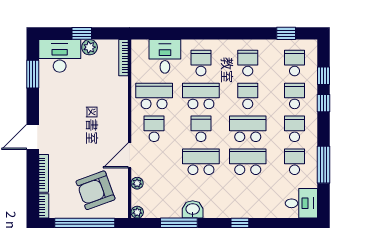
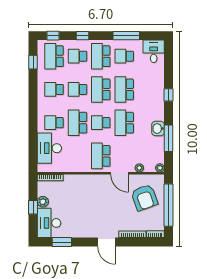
desk: (165, 56) -> (49, 148), width x1.37
school desk: (295, 63) -> (54, 56), width x1.85
window: (324, 76) -> (53, 36), moved
school desk: (154, 96) -> (77, 156), removed
school desk: (154, 129) -> (101, 156), width x1.85
school desk: (295, 129) -> (101, 56), width x1.85

